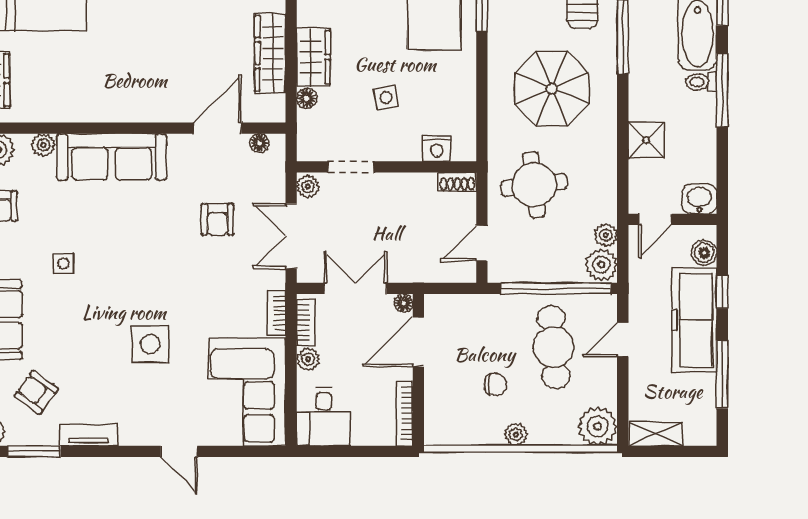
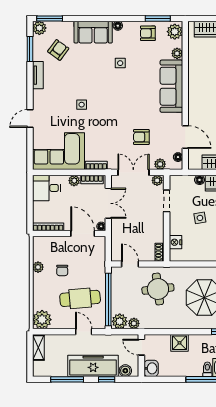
plant: (274, 180) -> (160, 164), added
side table: (150, 344) -> (82, 105), width x0.54, depth x0.54
plant: (516, 435) -> (38, 267), moved

